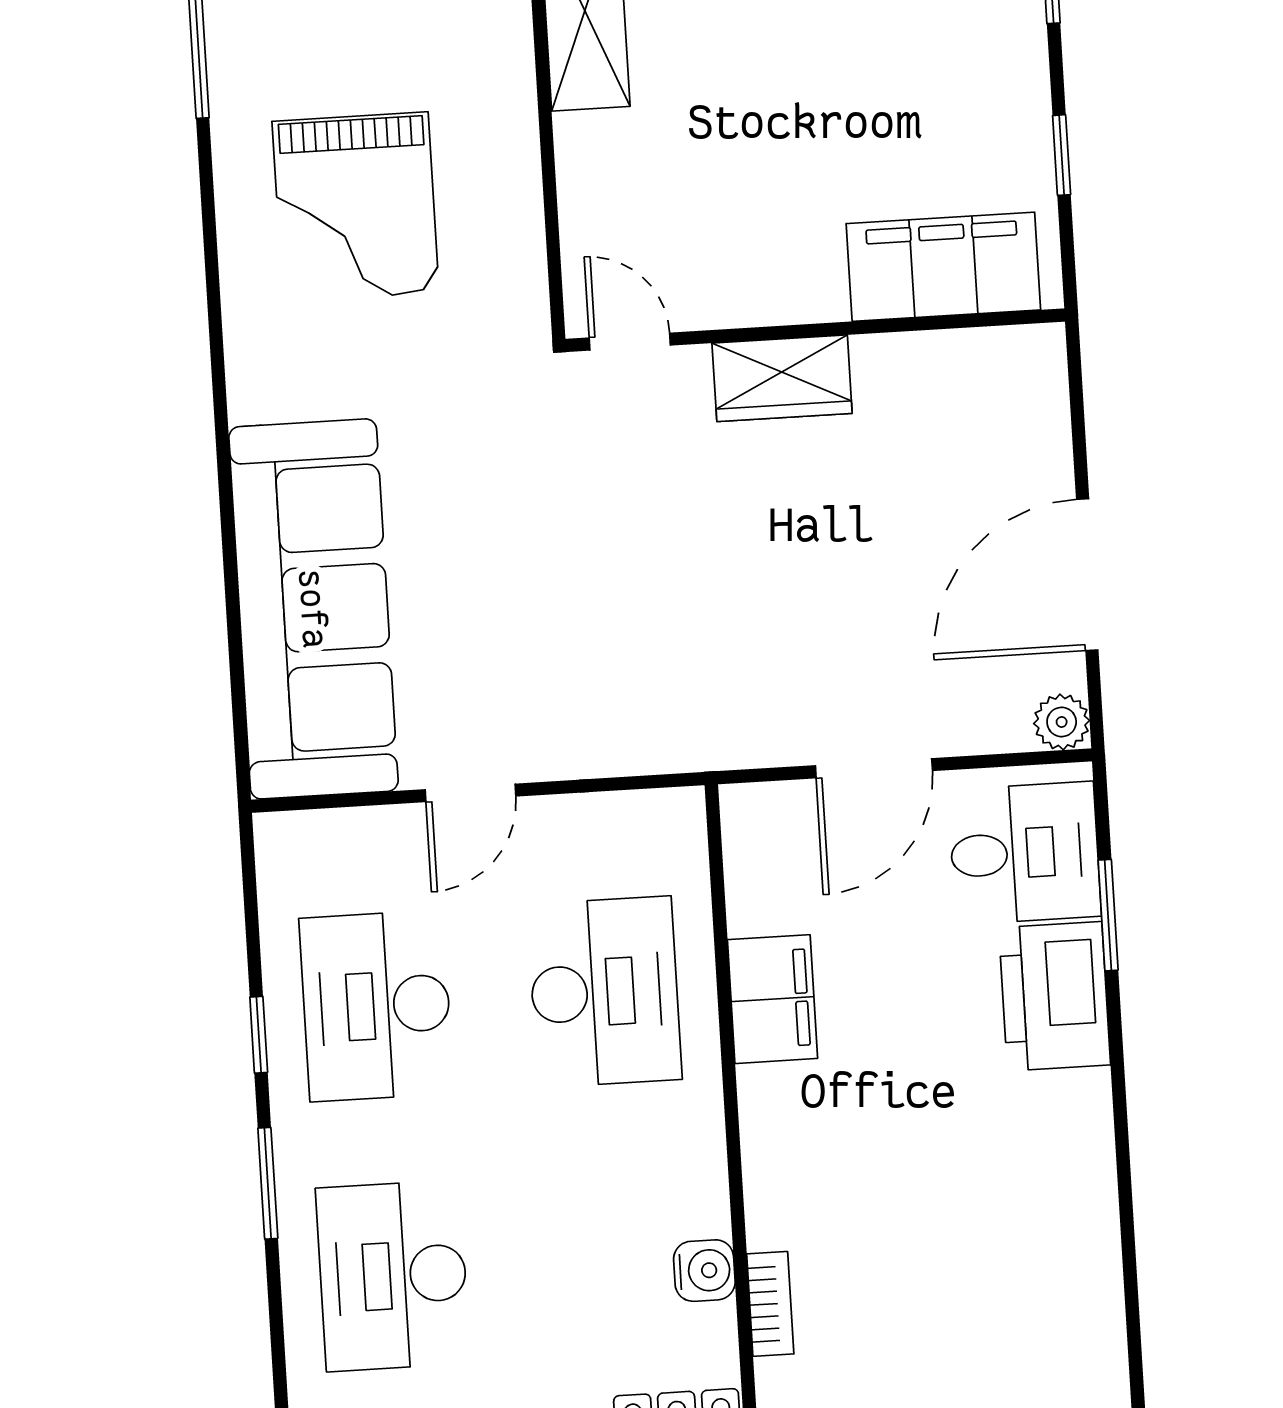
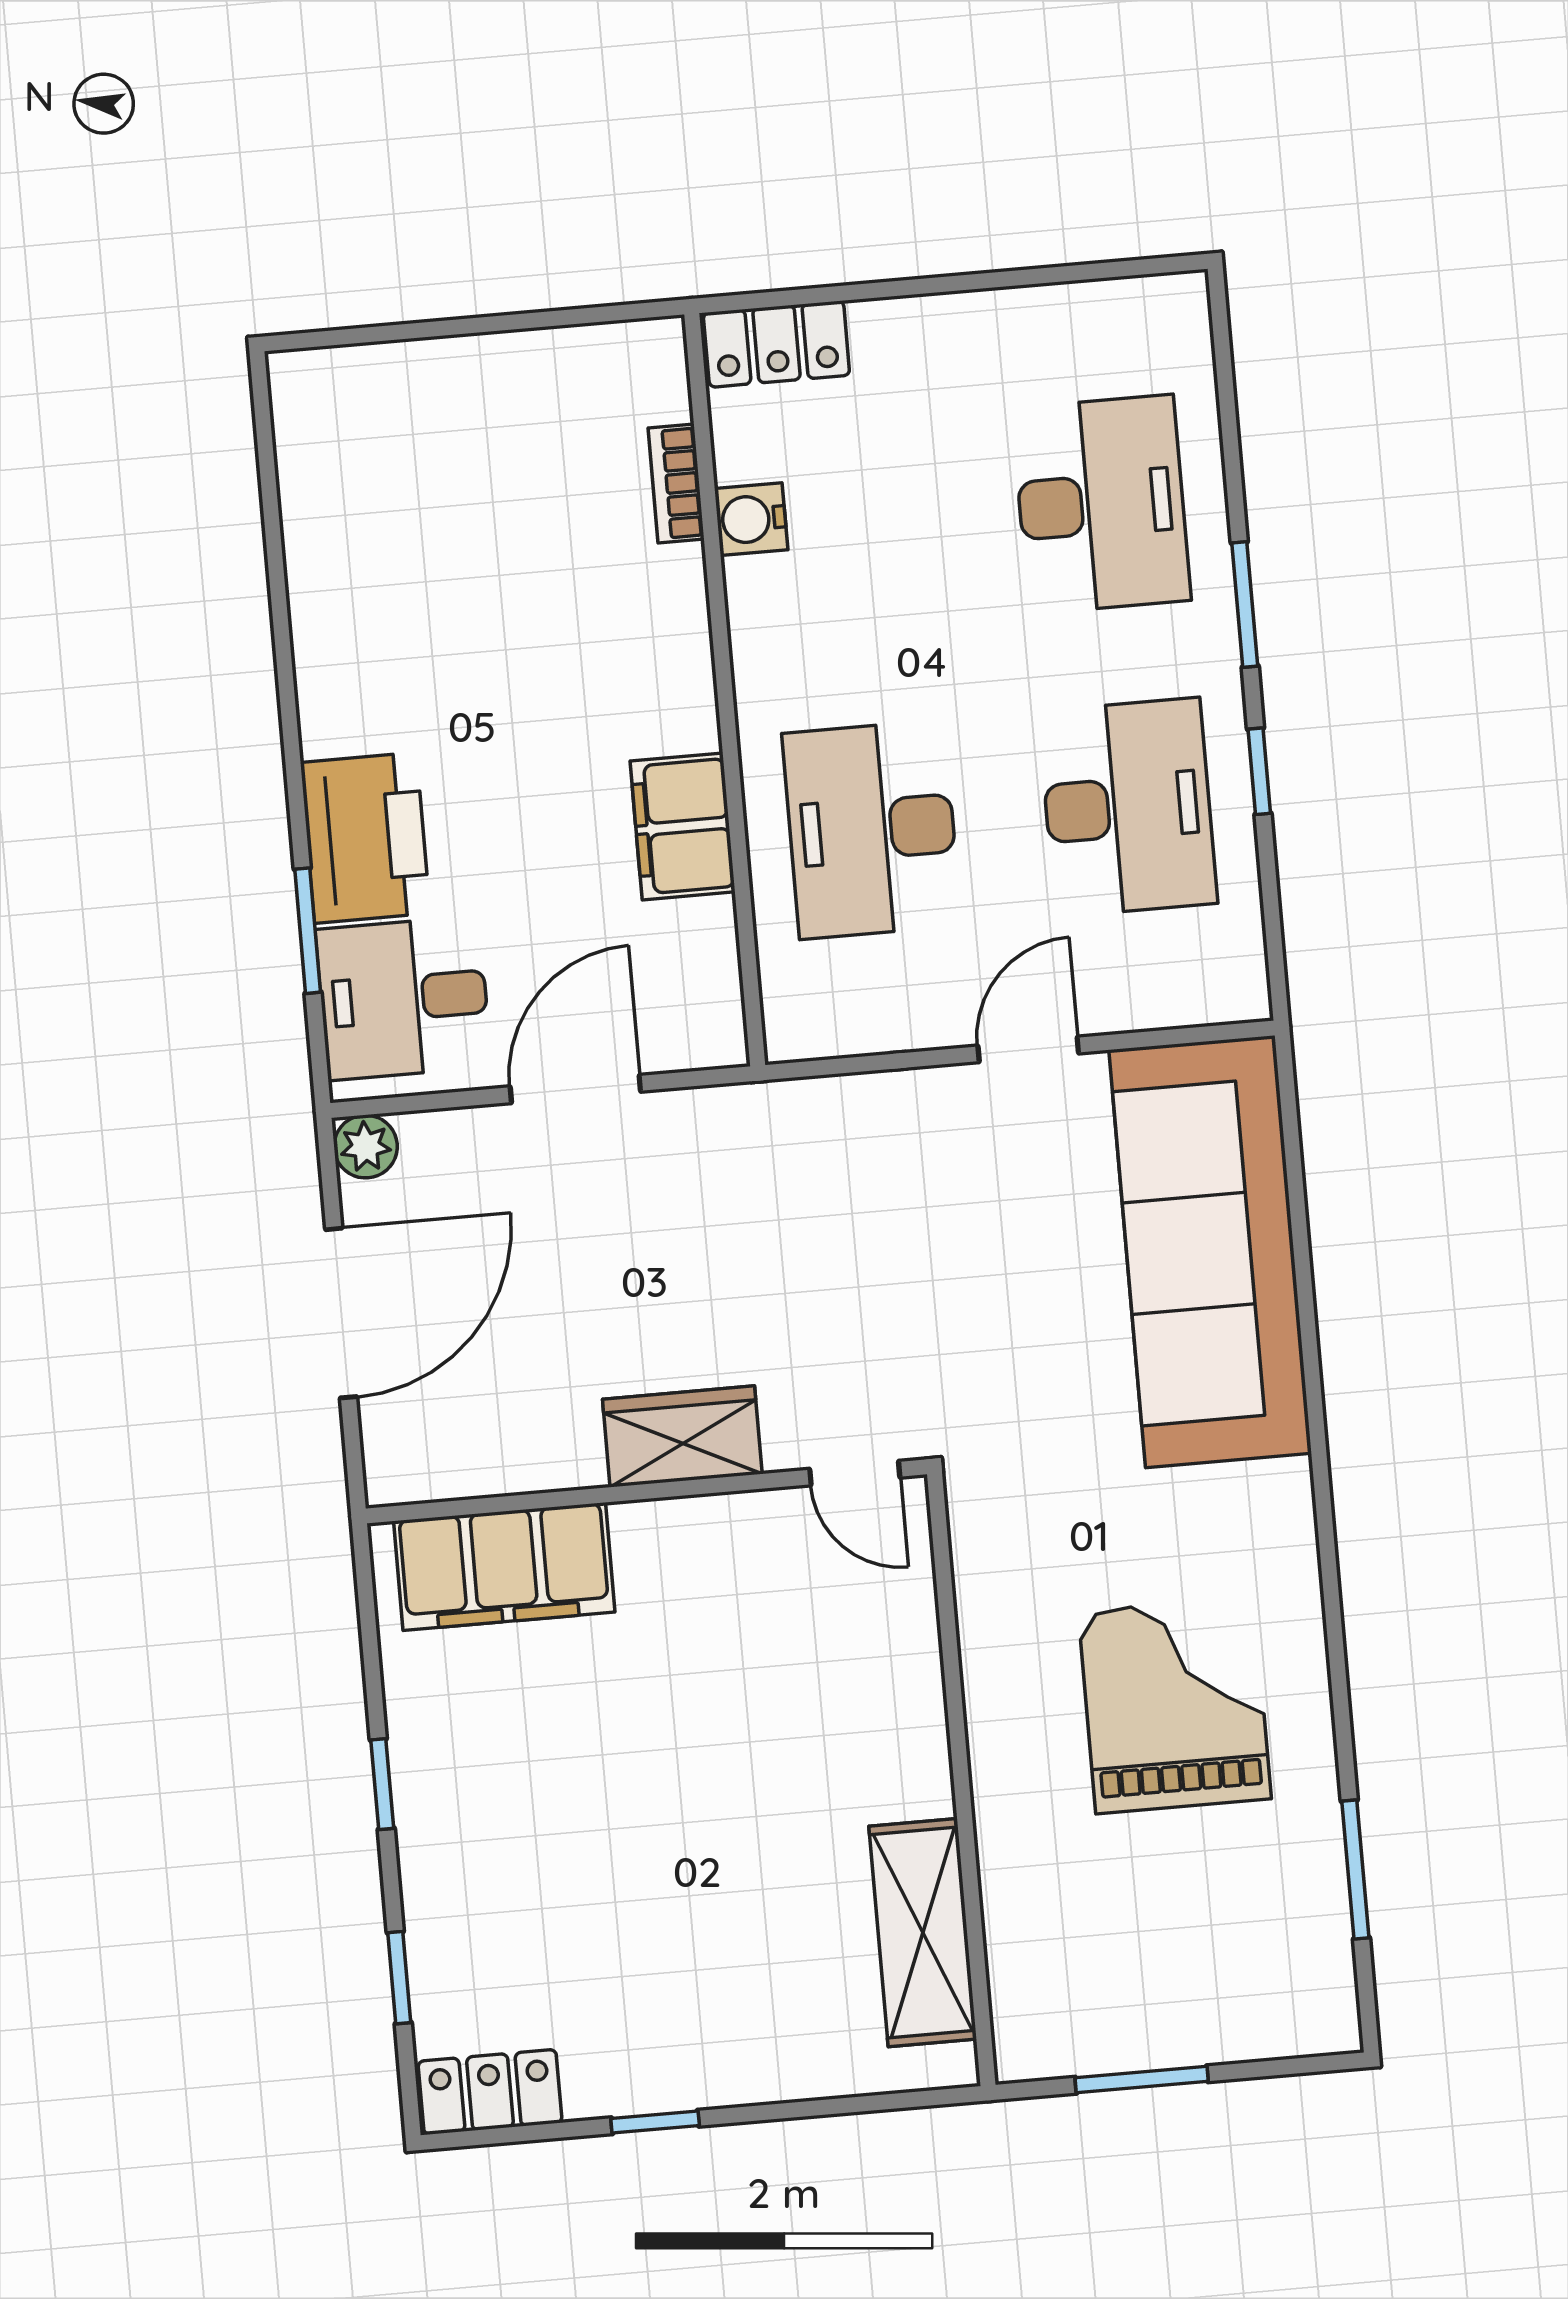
filing cabinet: (943, 267) -> (504, 1567), moved
wall: (815, 330) -> (646, 1491), moved
door: (630, 342) -> (855, 1473), moved
wardrobe: (782, 378) -> (682, 1436), moved

